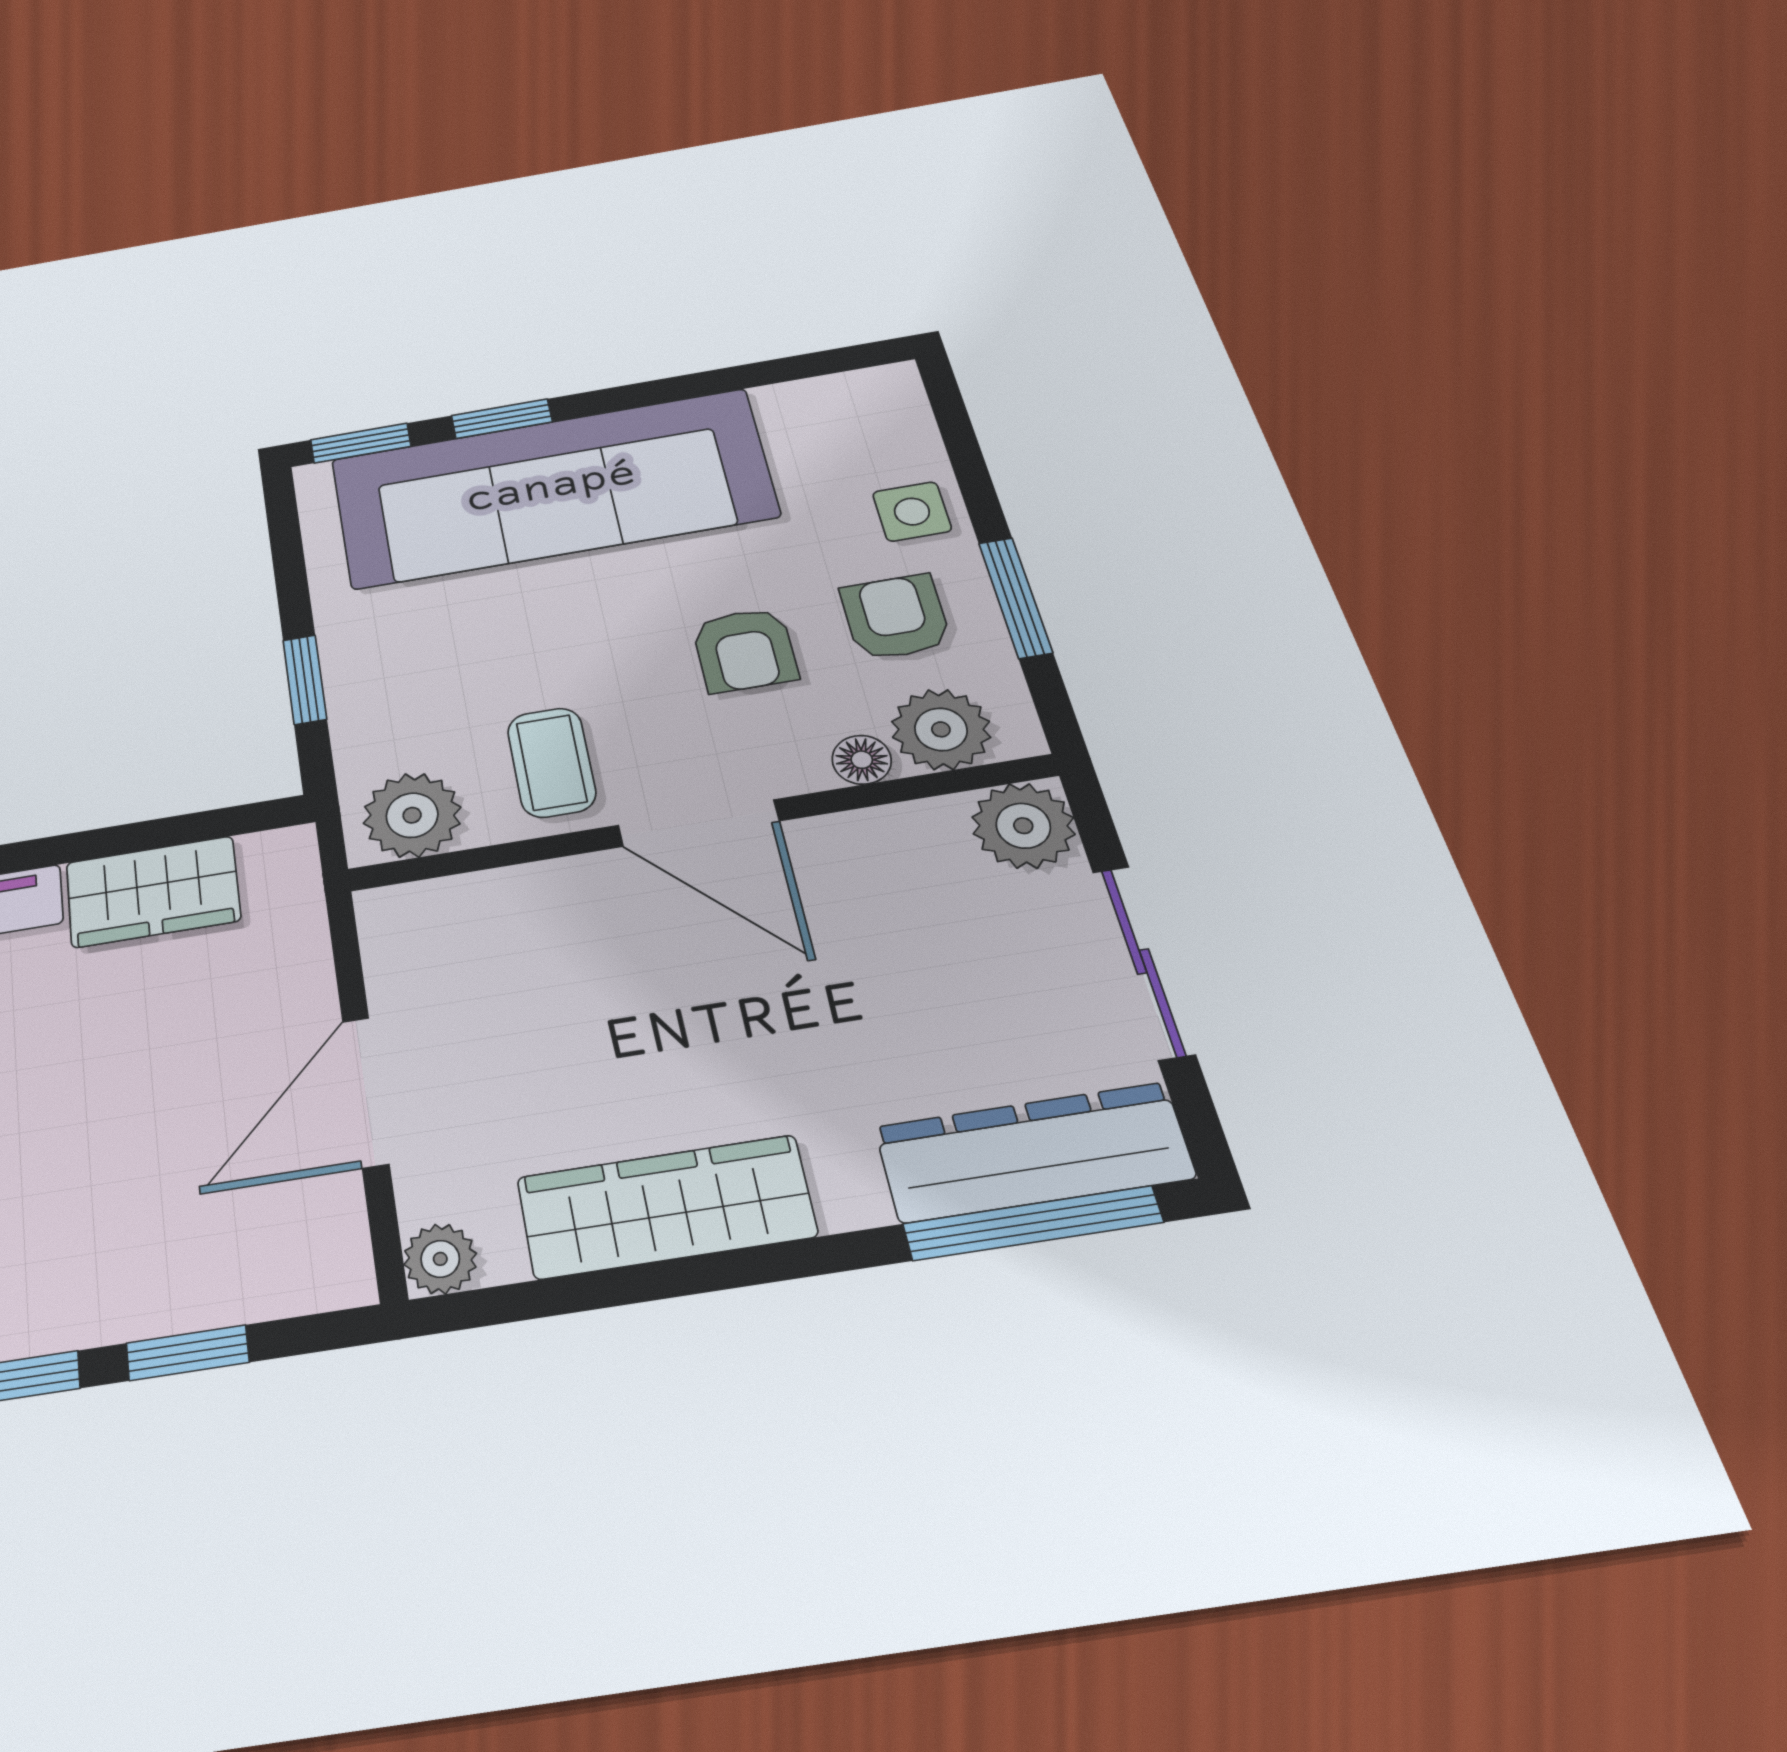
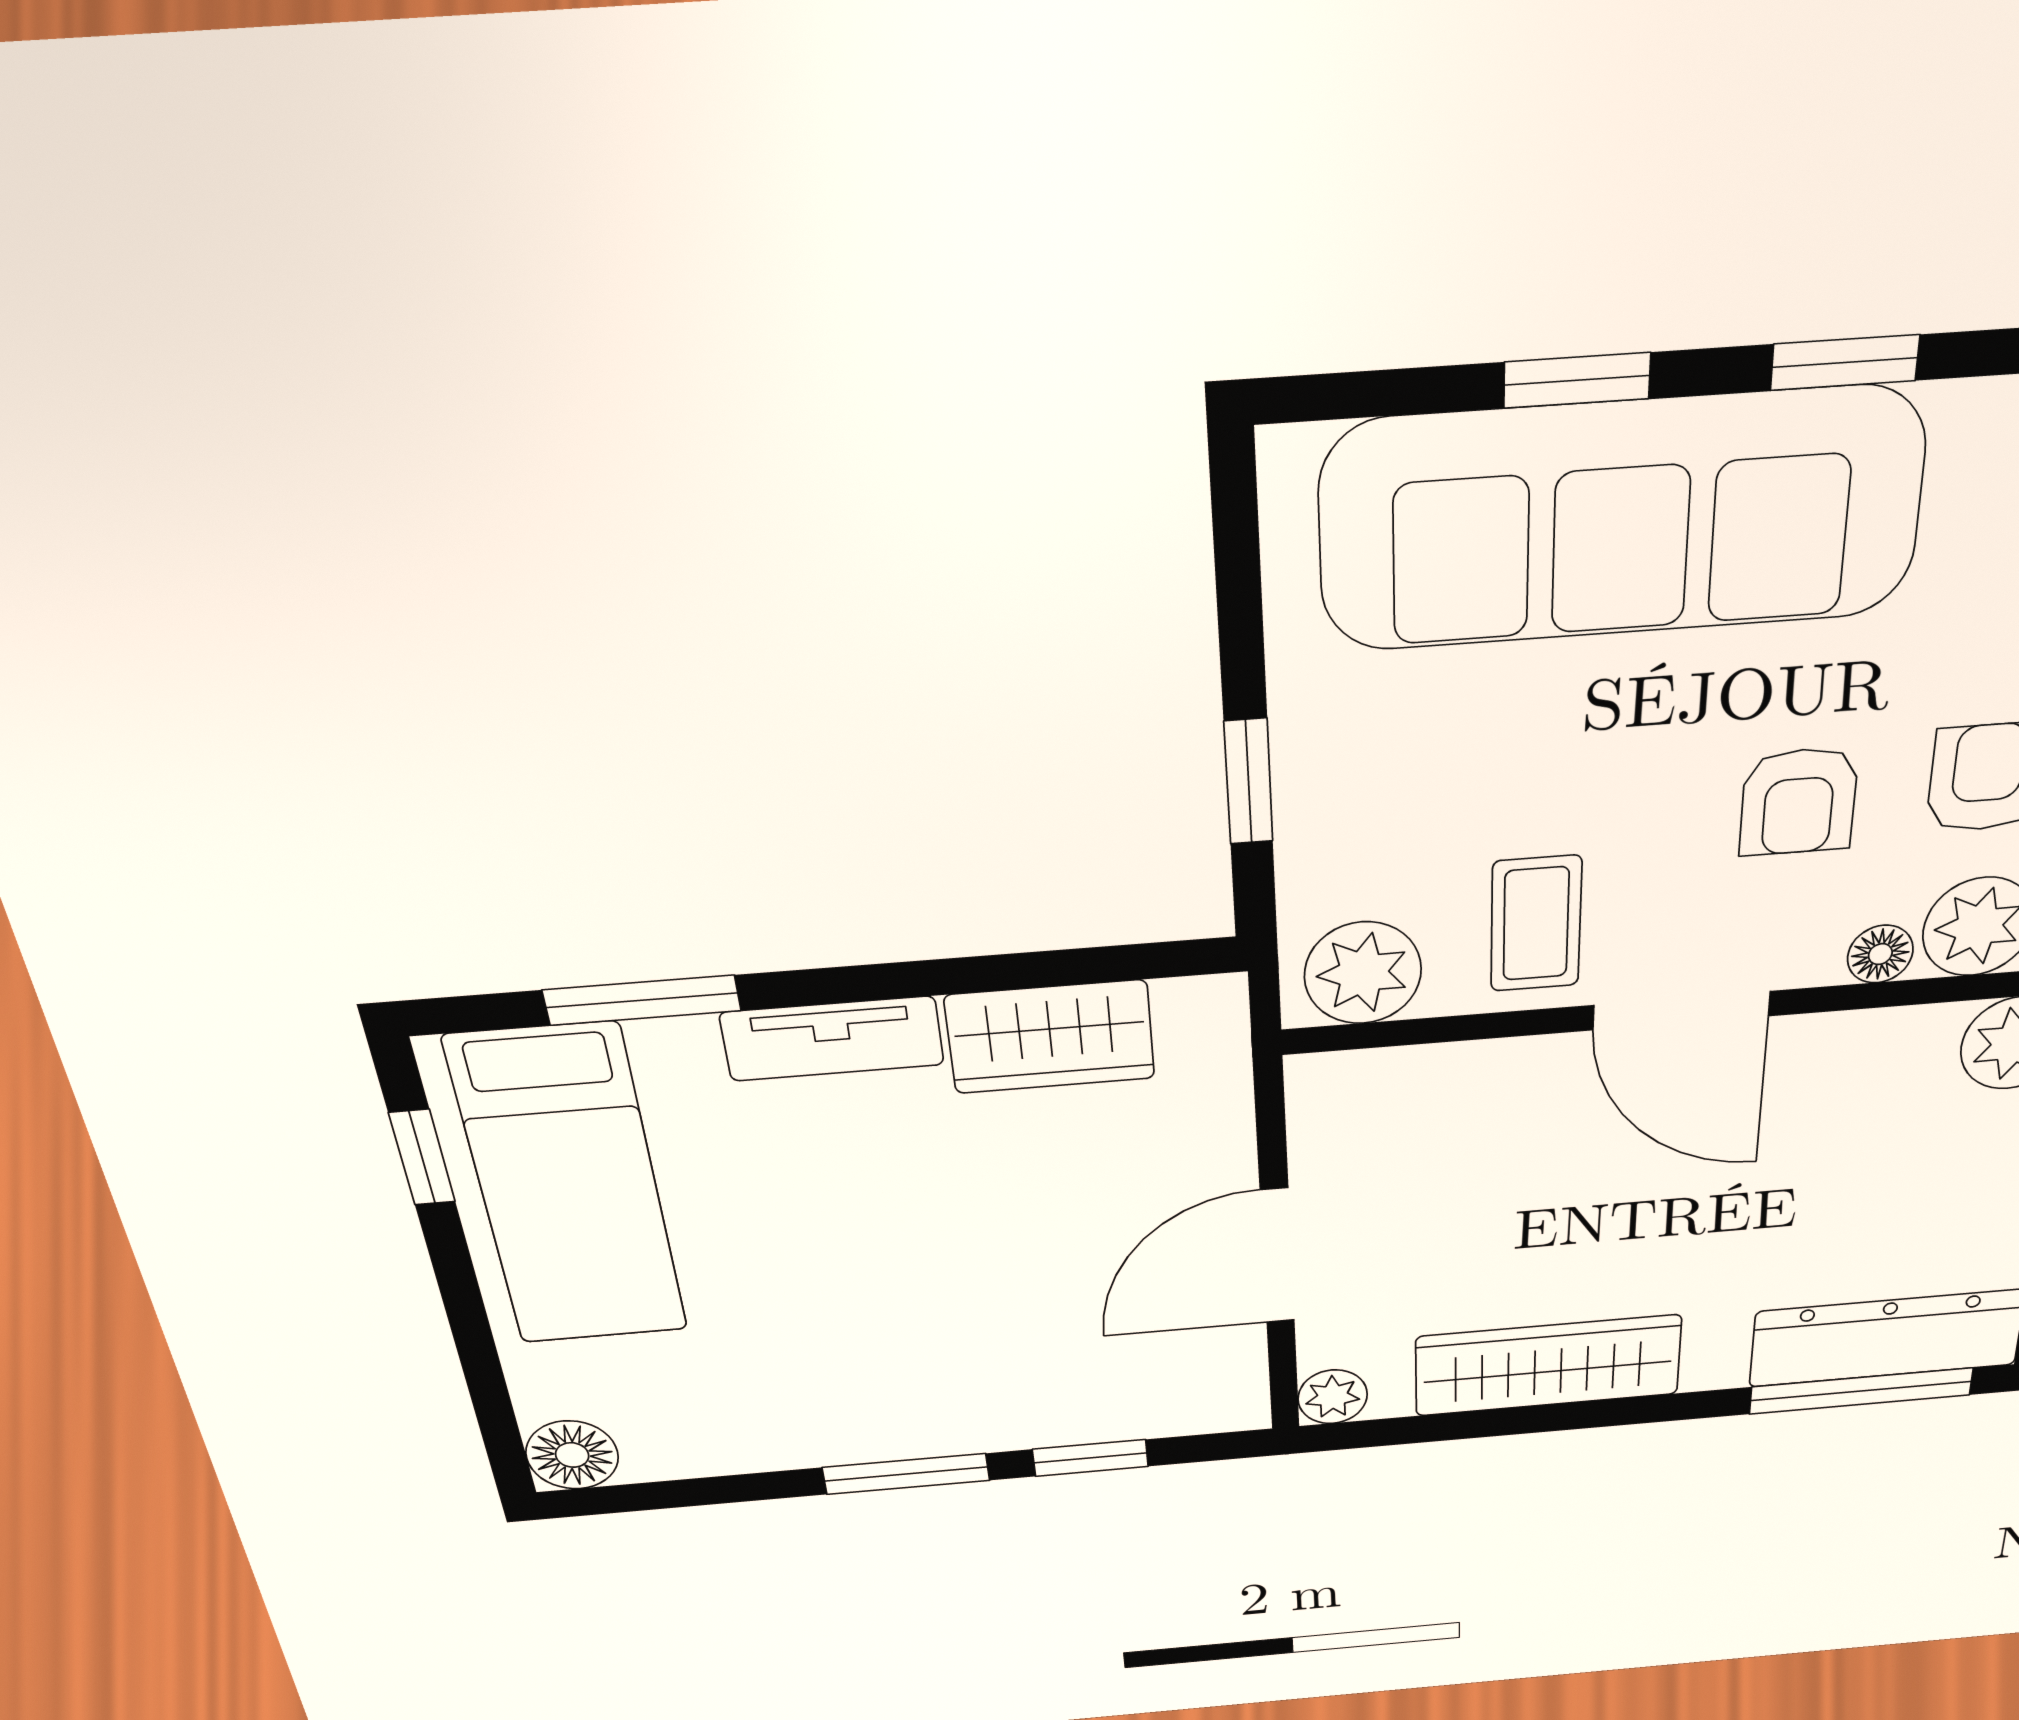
window: (361, 443) -> (1845, 362), moved

